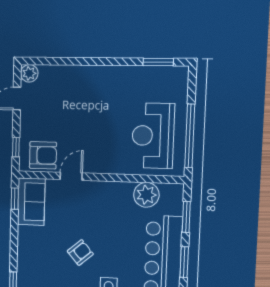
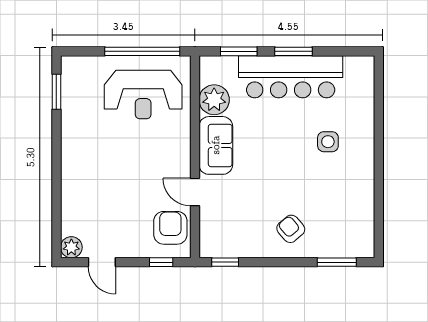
sofa: (31, 202) -> (216, 145), moved, turned 90
armchair: (80, 253) -> (291, 229), moved

